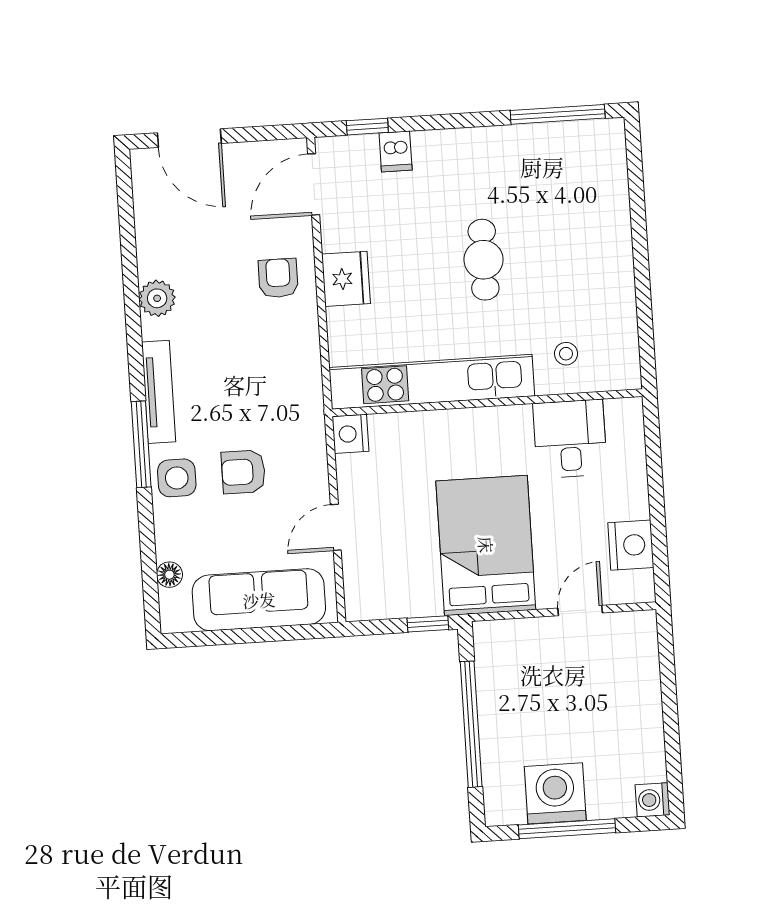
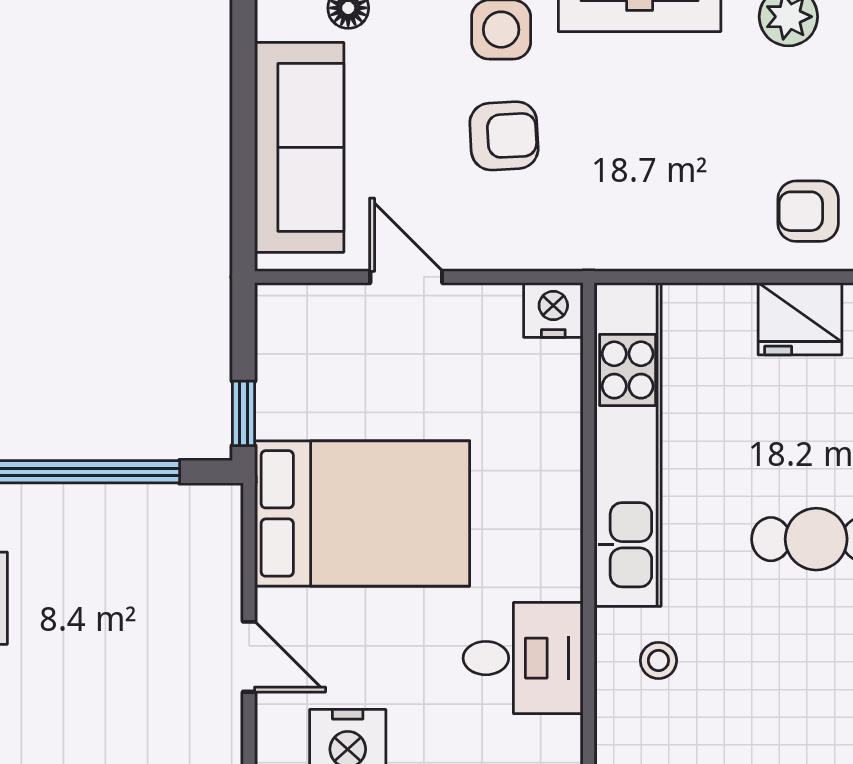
armchair: (278, 278) -> (808, 211), turned 180
armchair: (243, 472) -> (504, 136), turned 87

